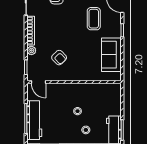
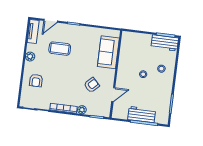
sofa: (111, 55) -> (108, 52), moved, turned 90
door: (39, 82) -> (113, 95), moved
workbench: (34, 120) -> (142, 115), width x0.73

